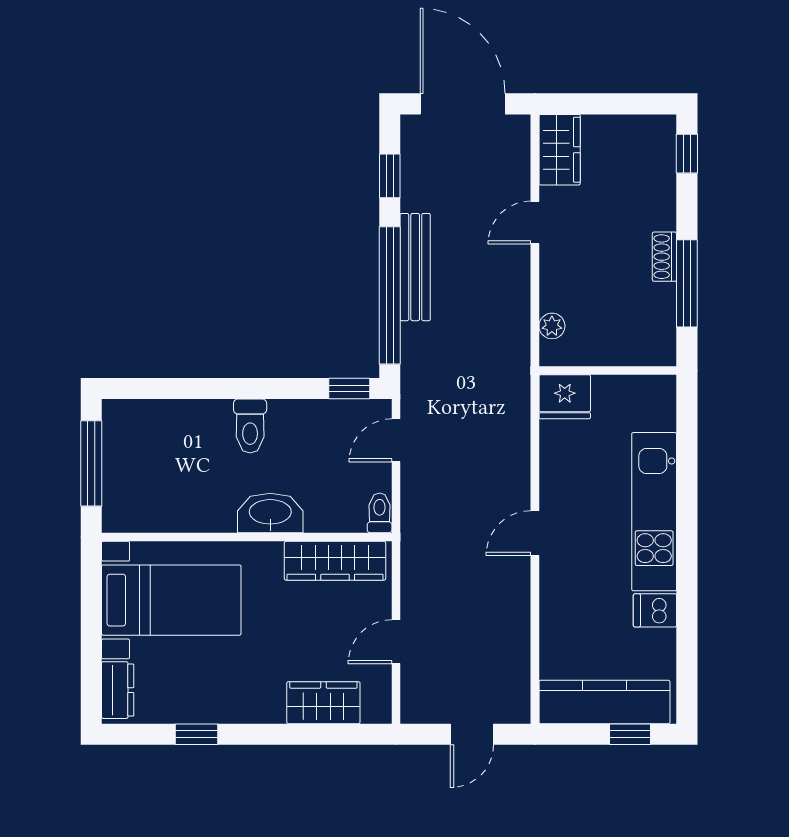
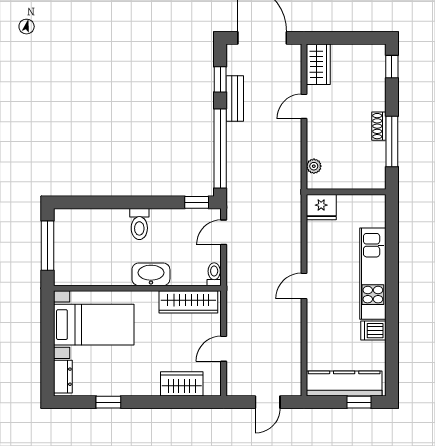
bench: (415, 267) -> (235, 99), moved, width x0.73

